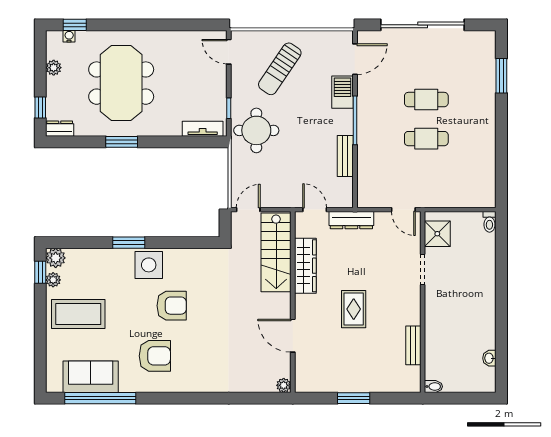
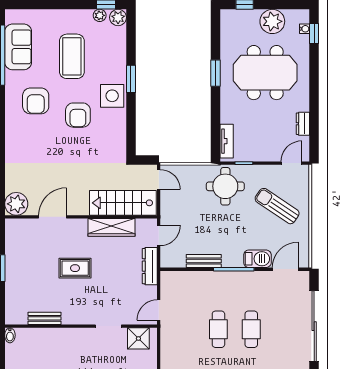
door: (355, 59) -> (285, 269), swing flipped
plant: (54, 68) -> (272, 21), width x1.88, depth x1.88
dresser: (60, 129) -> (303, 124), moved, turned 180
coffee table: (78, 314) -> (72, 56), moved
plant: (284, 385) -> (16, 204), width x1.87, depth x1.87

